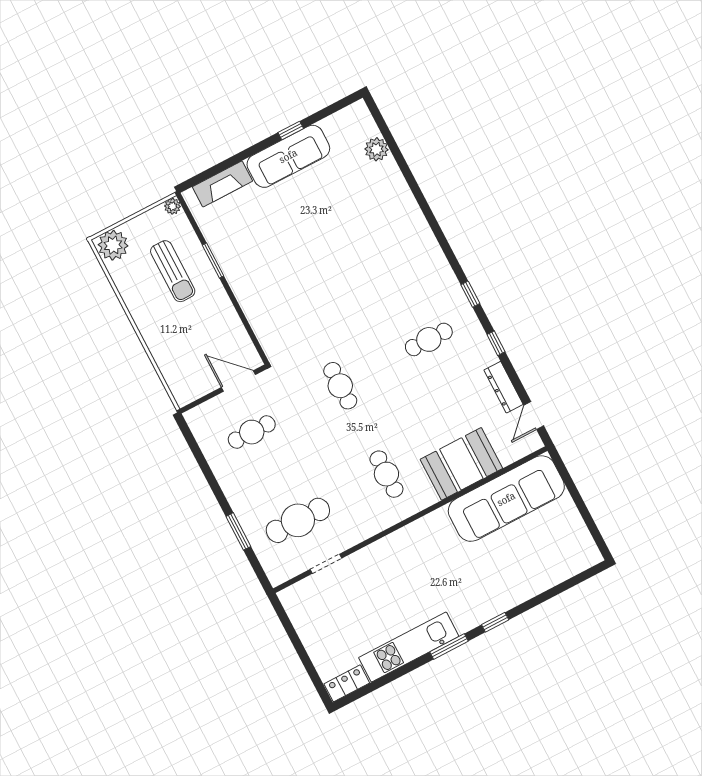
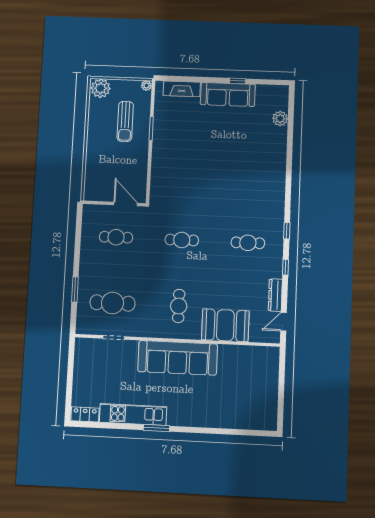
cafe table: (340, 386) -> (182, 240), turned 90
sofa: (506, 499) -> (178, 358), moved
window: (495, 622) -> (192, 430), removed

